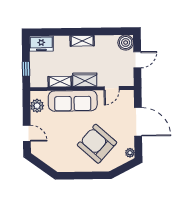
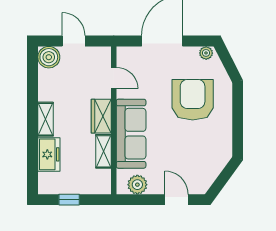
freezer: (41, 44) -> (49, 154), moved
window: (26, 69) -> (69, 200), moved
door: (27, 133) -> (177, 200), hinge flipped
armchair: (97, 144) -> (193, 100), turned 138

